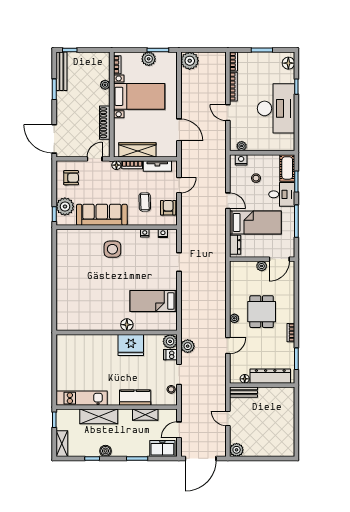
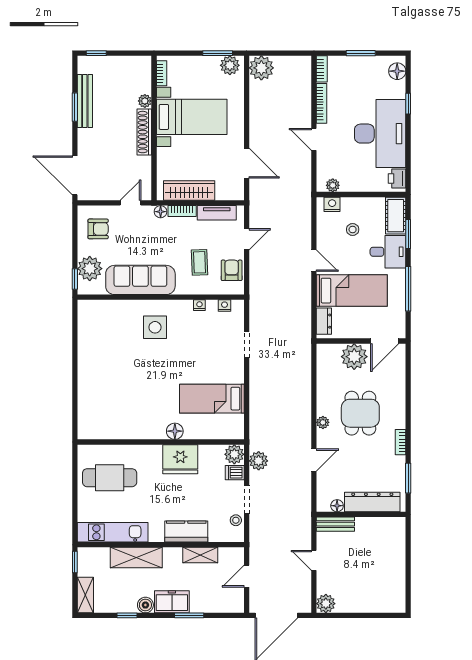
plant: (149, 59) -> (230, 65), moved
bench: (61, 71) -> (85, 101), moved
shoe rack: (105, 123) -> (144, 132), moved
printer: (288, 141) -> (397, 179), added
plant: (262, 266) -> (354, 357), width x1.88, depth x1.88
cafe table: (79, 358) -> (110, 478), added
freezer: (162, 449) -> (172, 602), moved

